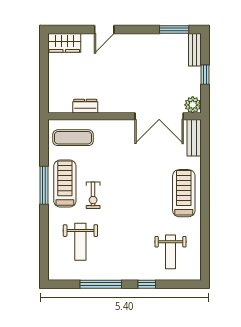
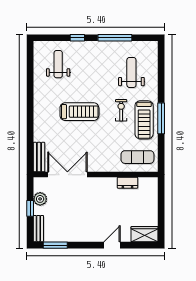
plant: (193, 105) -> (40, 199), moved
treadmill: (184, 193) -> (79, 112), moved, turned -90

